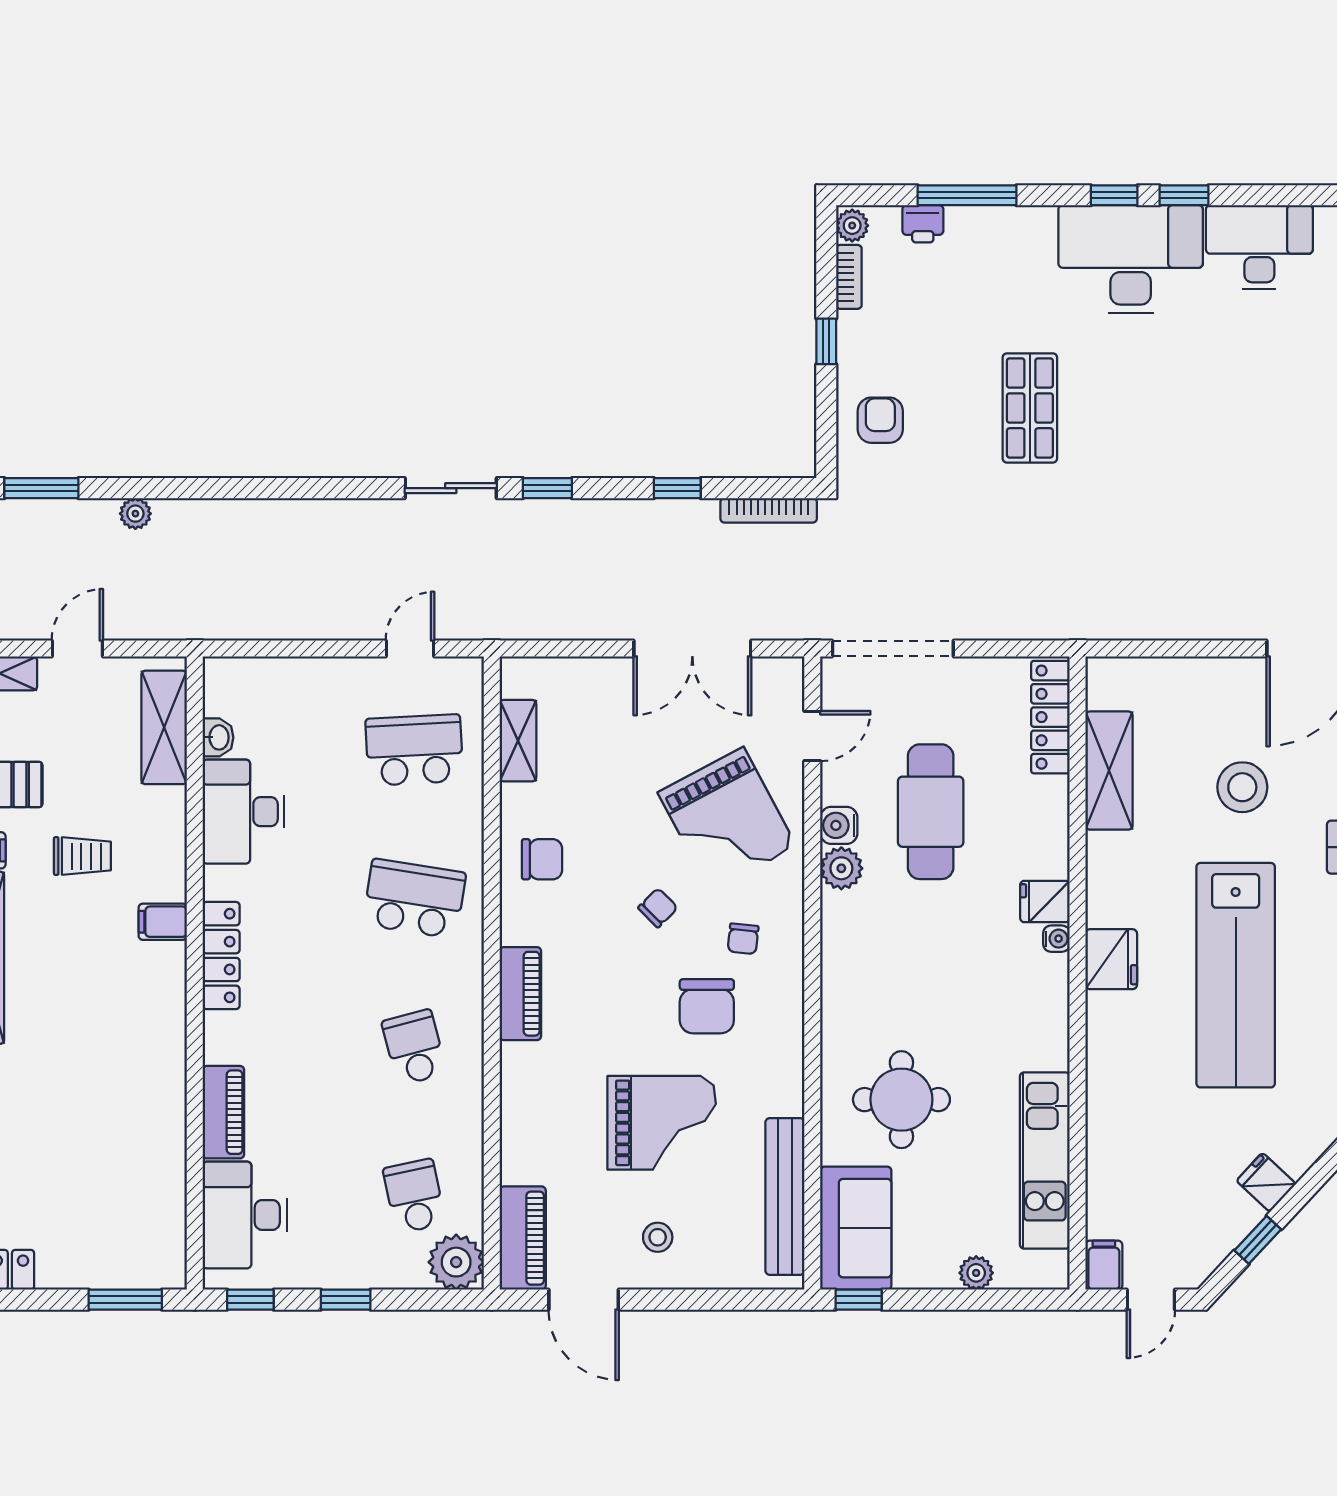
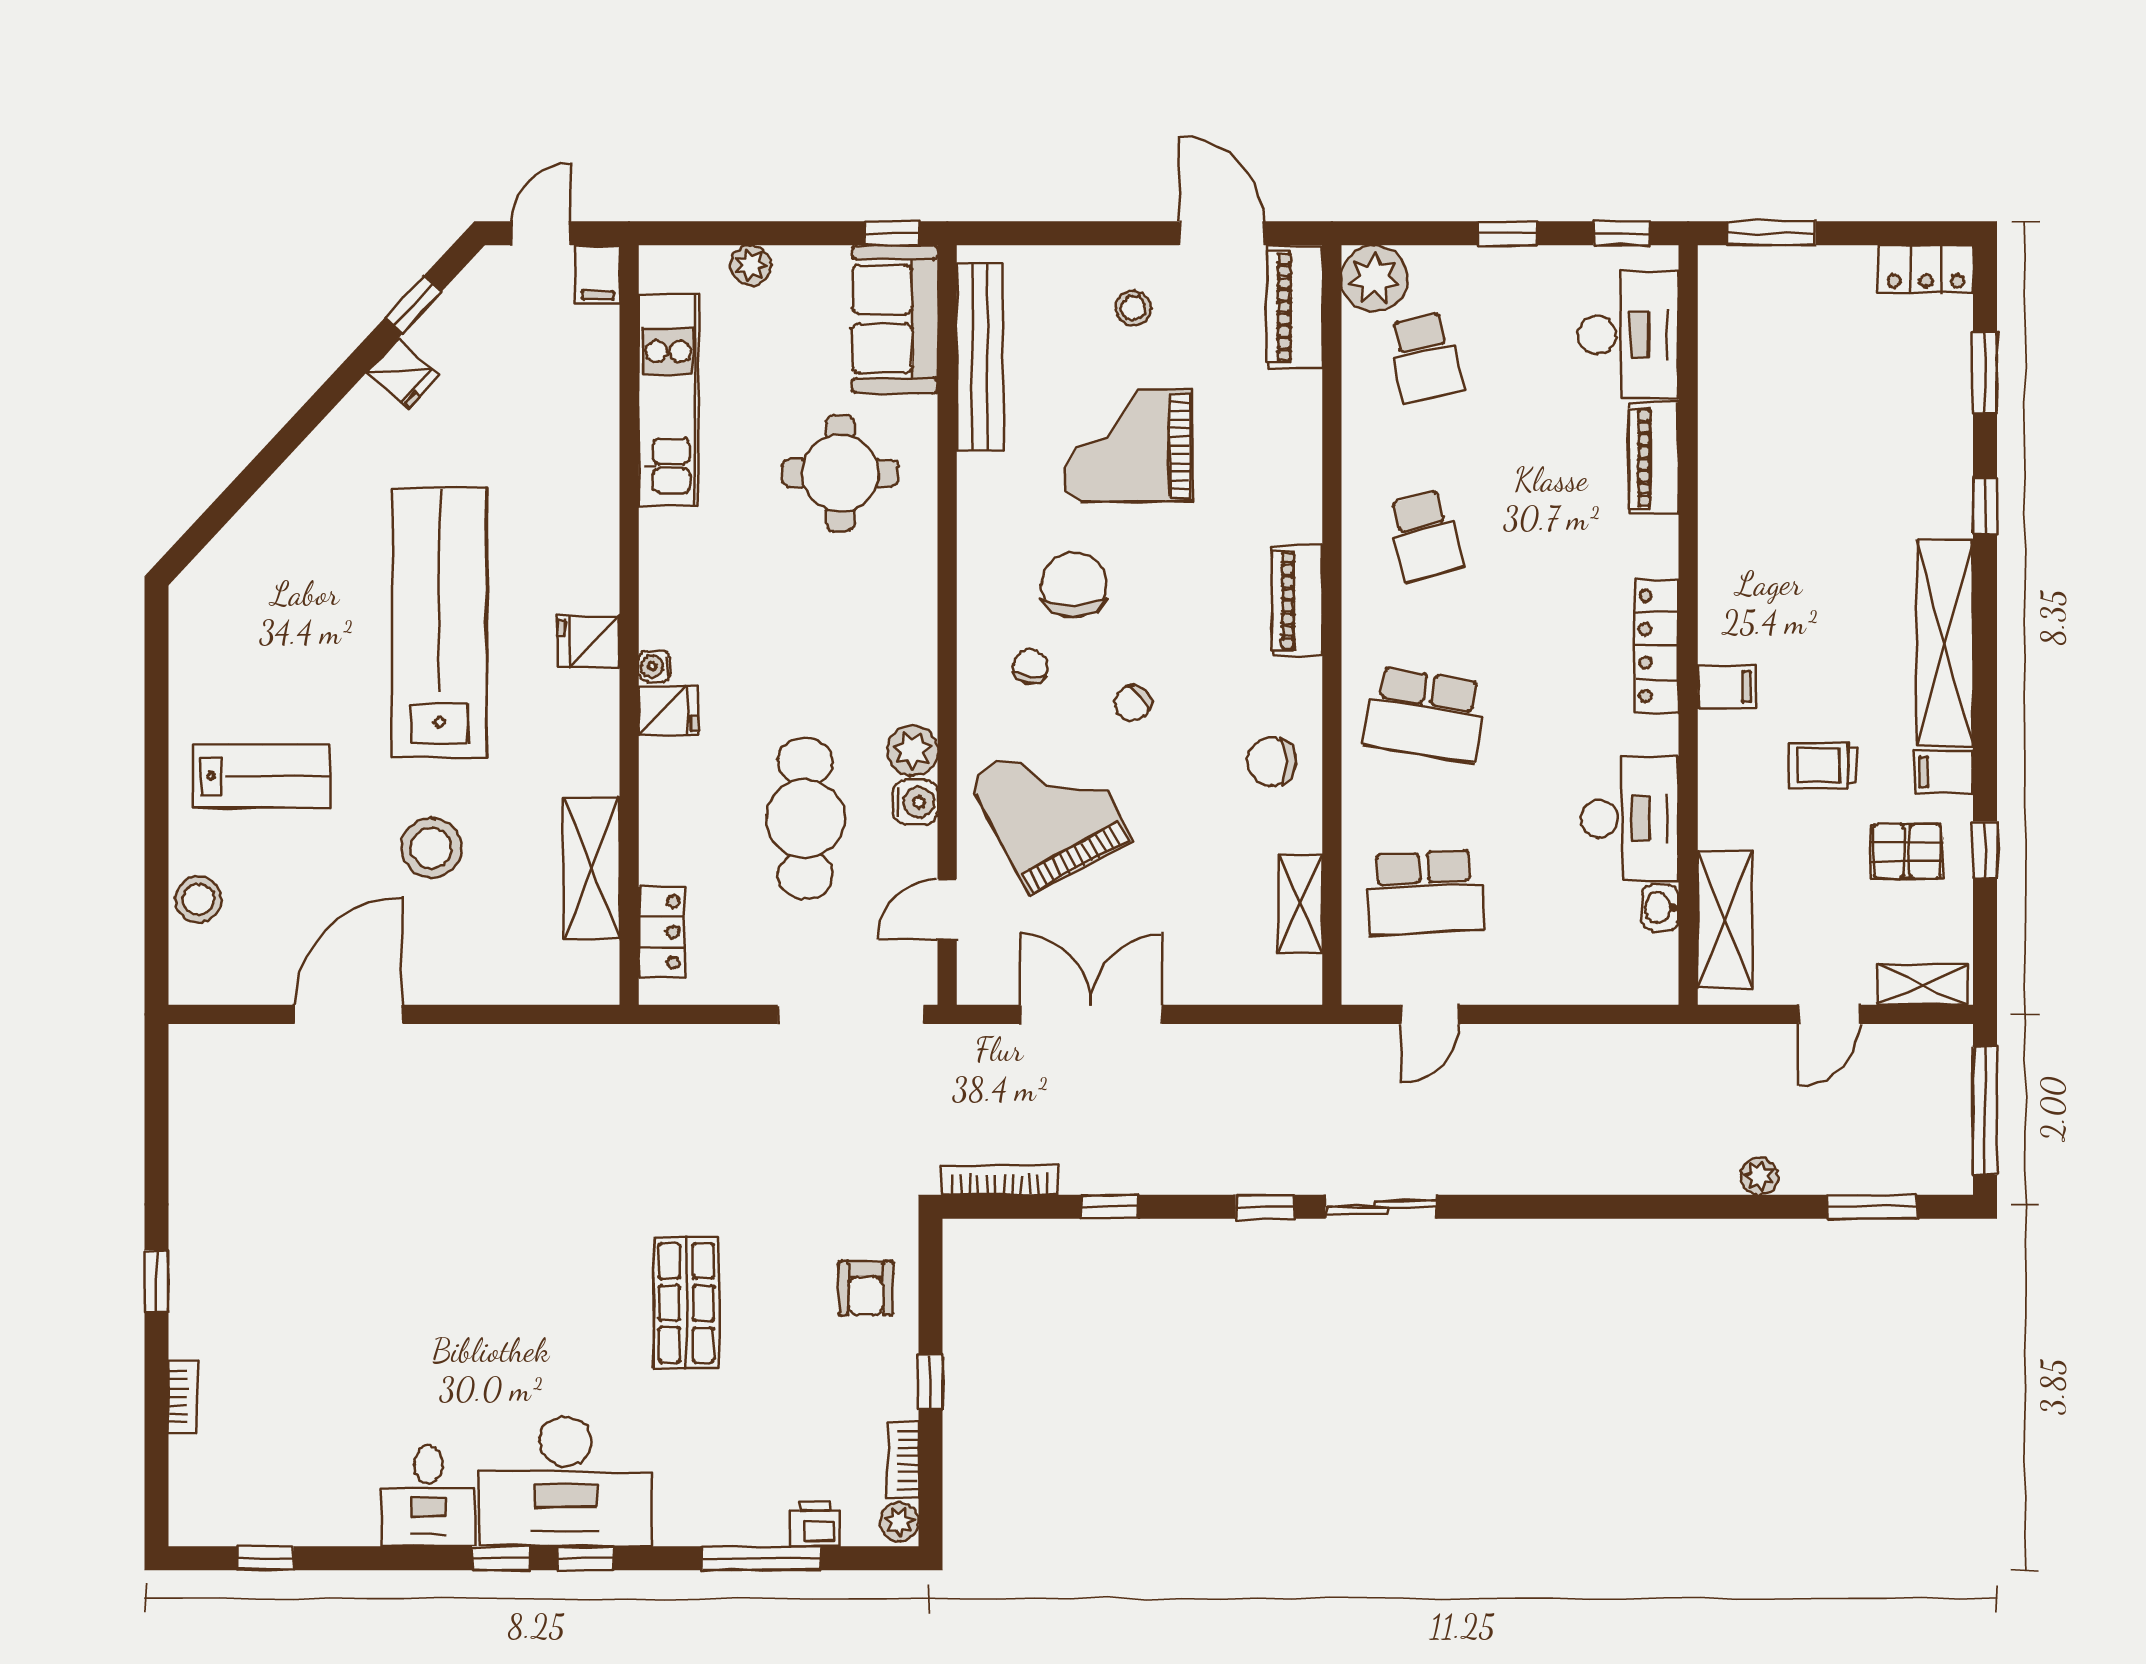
desk: (1259, 247) -> (428, 1496), width x0.73
locker: (1050, 717) -> (662, 932), width x0.66
fridge: (1111, 959) -> (589, 642), width x0.72

